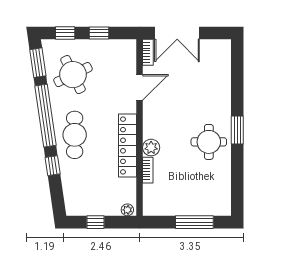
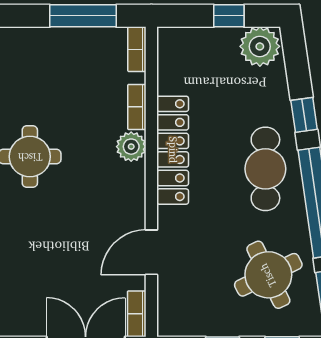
bookcase: (148, 203) -> (137, 49), added
plant: (127, 210) -> (260, 46), moved, width x1.88, depth x1.88
window: (194, 222) -> (83, 16), moved

